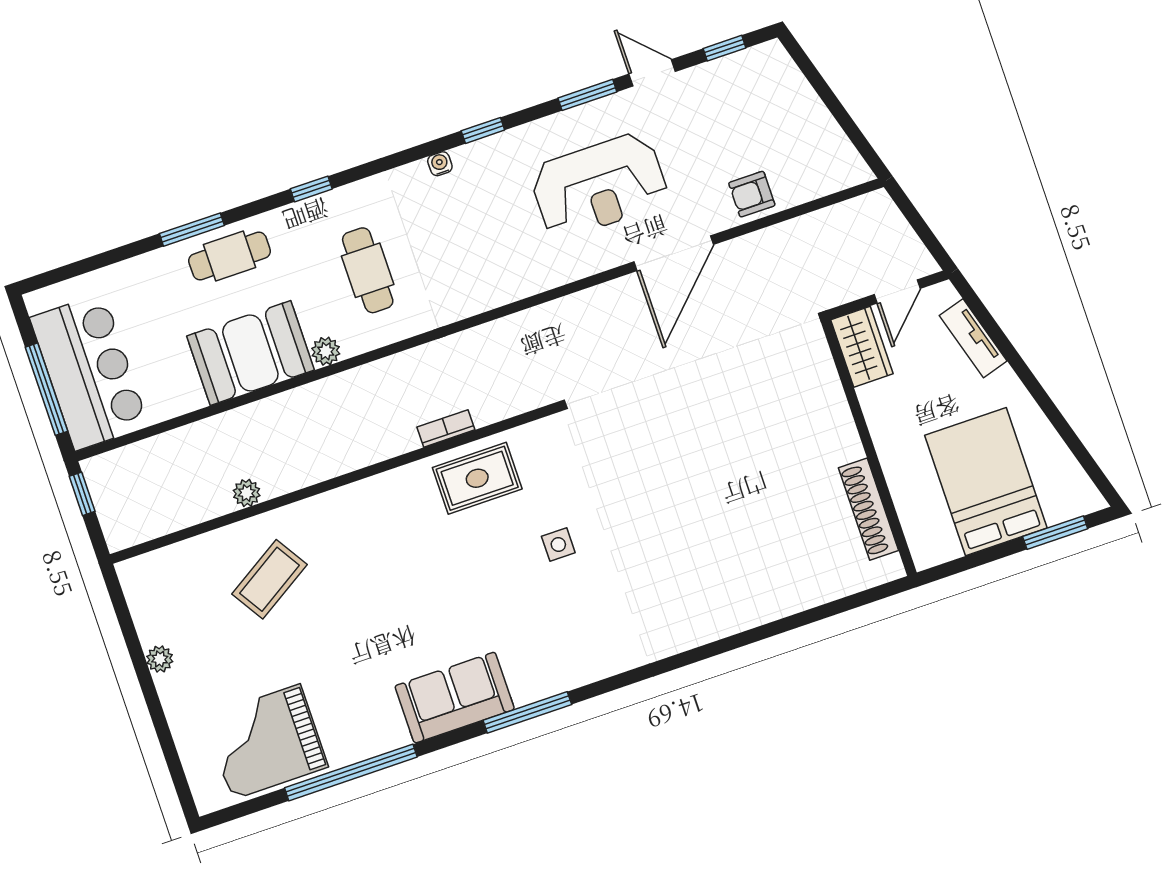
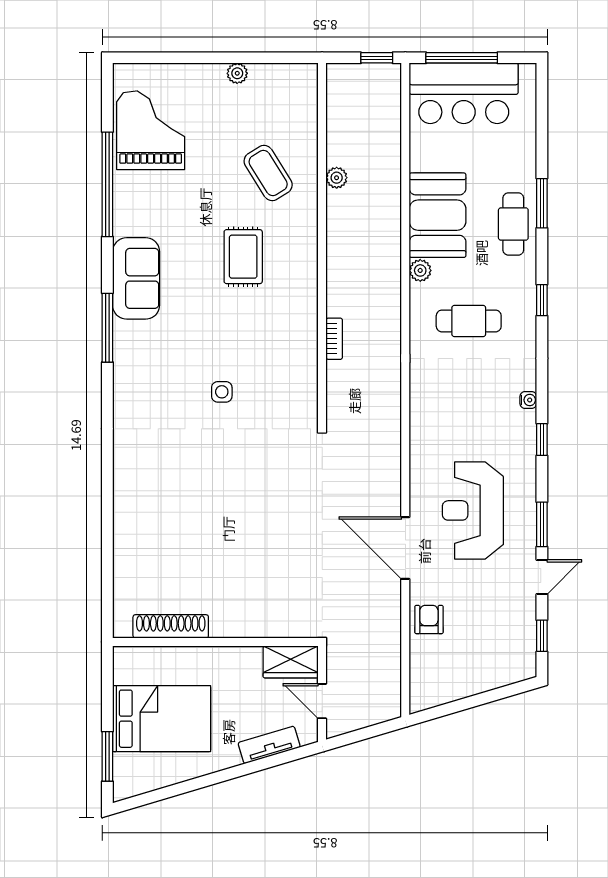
rug: (477, 478) -> (243, 257), moved

